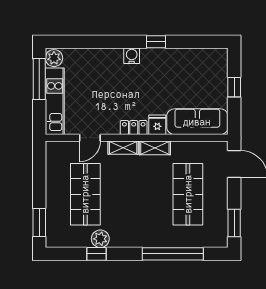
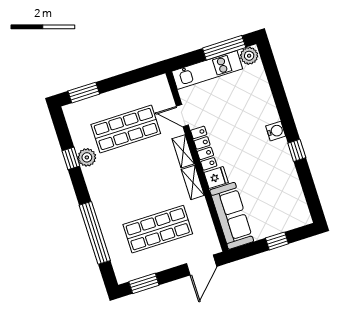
locker: (134, 128) -> (204, 148), width x1.53

